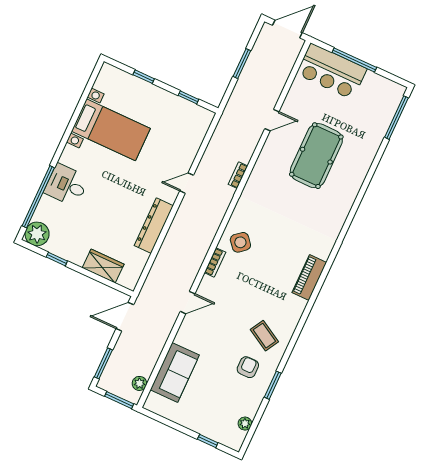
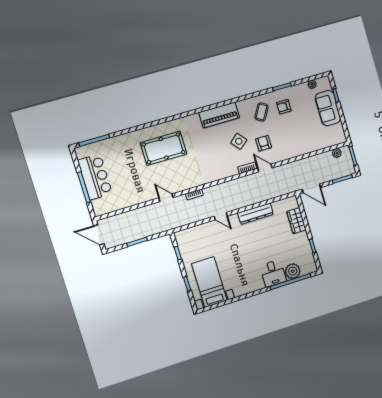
bar counter: (332, 71) -> (95, 177), moved
door: (272, 120) -> (166, 198), moved
bed with nightstands: (111, 130) -> (209, 282), moved
pool table: (316, 156) -> (164, 148), moved
plant: (37, 234) -> (293, 271), moved
side table: (240, 242) -> (239, 141), moved
piano: (309, 278) -> (219, 115), width x1.37, depth x1.33
door: (188, 303) -> (265, 168), moved
armchair: (227, 307) -> (264, 143), added
sofa: (175, 372) -> (328, 108), moved, turned -90

